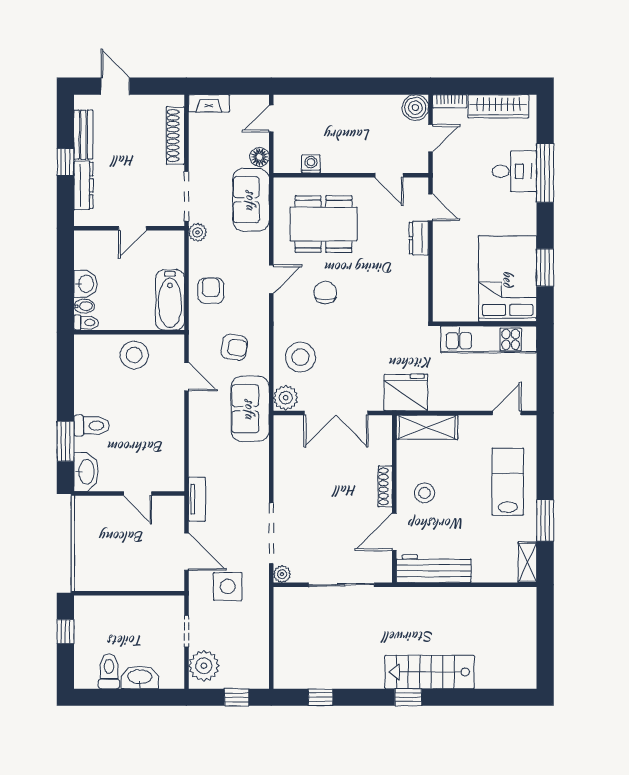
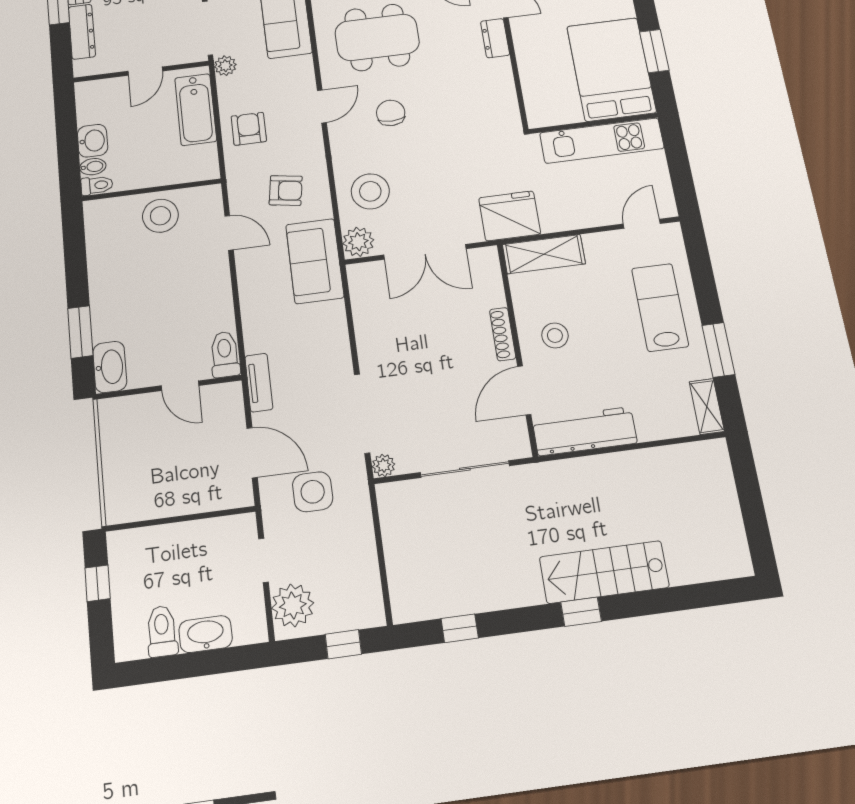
bathtub: (170, 300) -> (196, 110), moved
toilet: (92, 426) -> (225, 354), moved, turned -90

